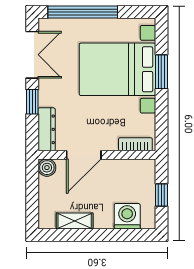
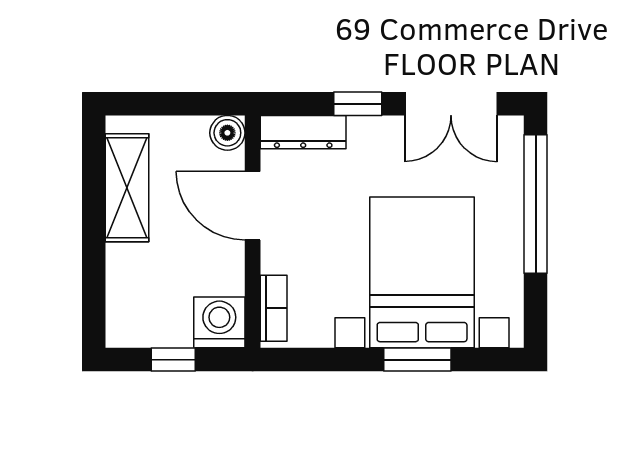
washing machine: (127, 216) -> (219, 322), moved, turned -90
shelving: (75, 221) -> (127, 188), width x1.50, depth x1.33

